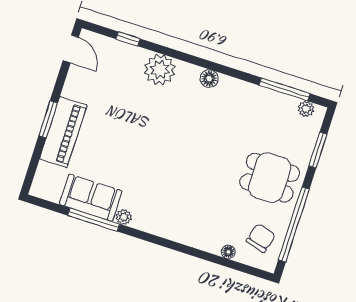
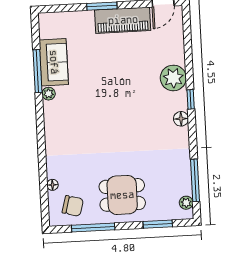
window: (128, 39) -> (191, 99), moved
piano: (63, 132) -> (123, 20), moved
dining table: (270, 178) -> (122, 195), turned 90
window: (294, 224) -> (93, 227), width x0.68

